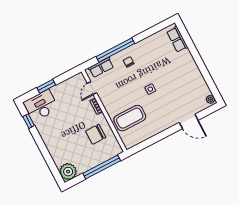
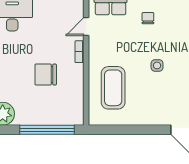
coffee table: (130, 118) -> (113, 88), turned 90
chair: (96, 134) -> (46, 75), moved

